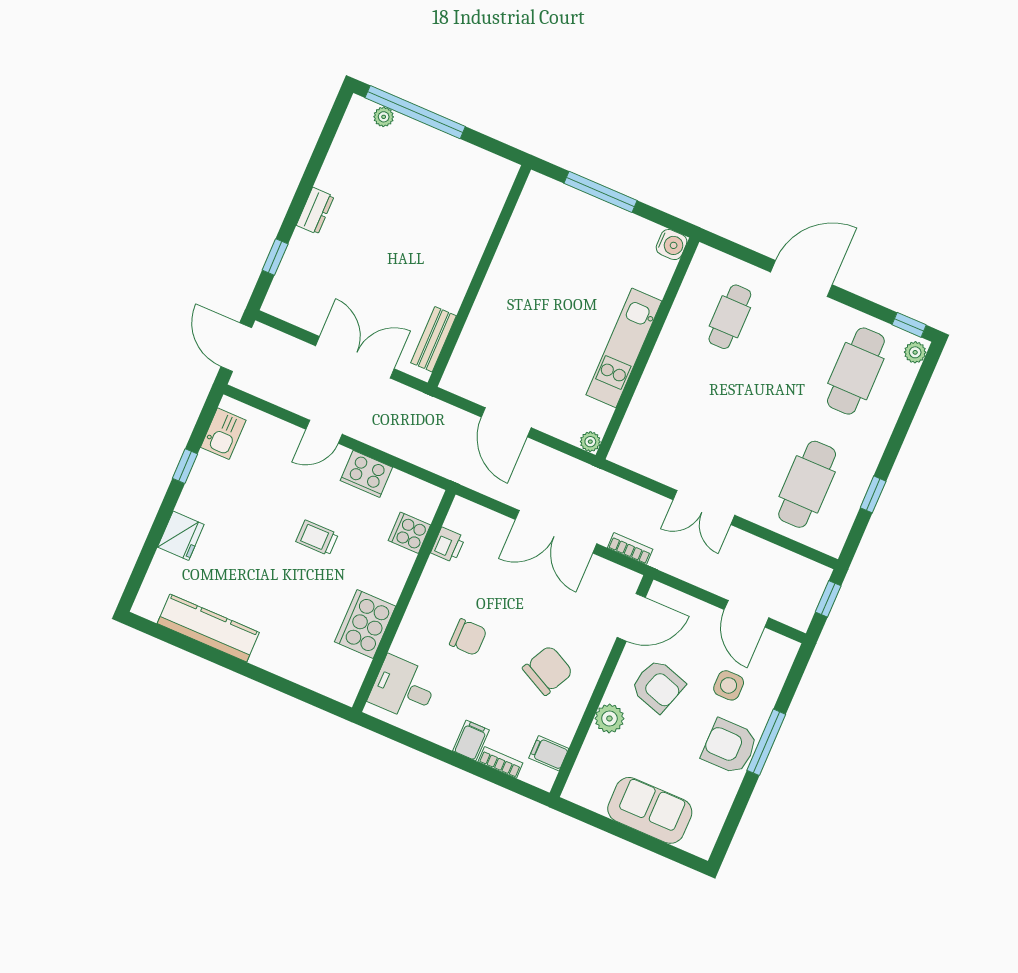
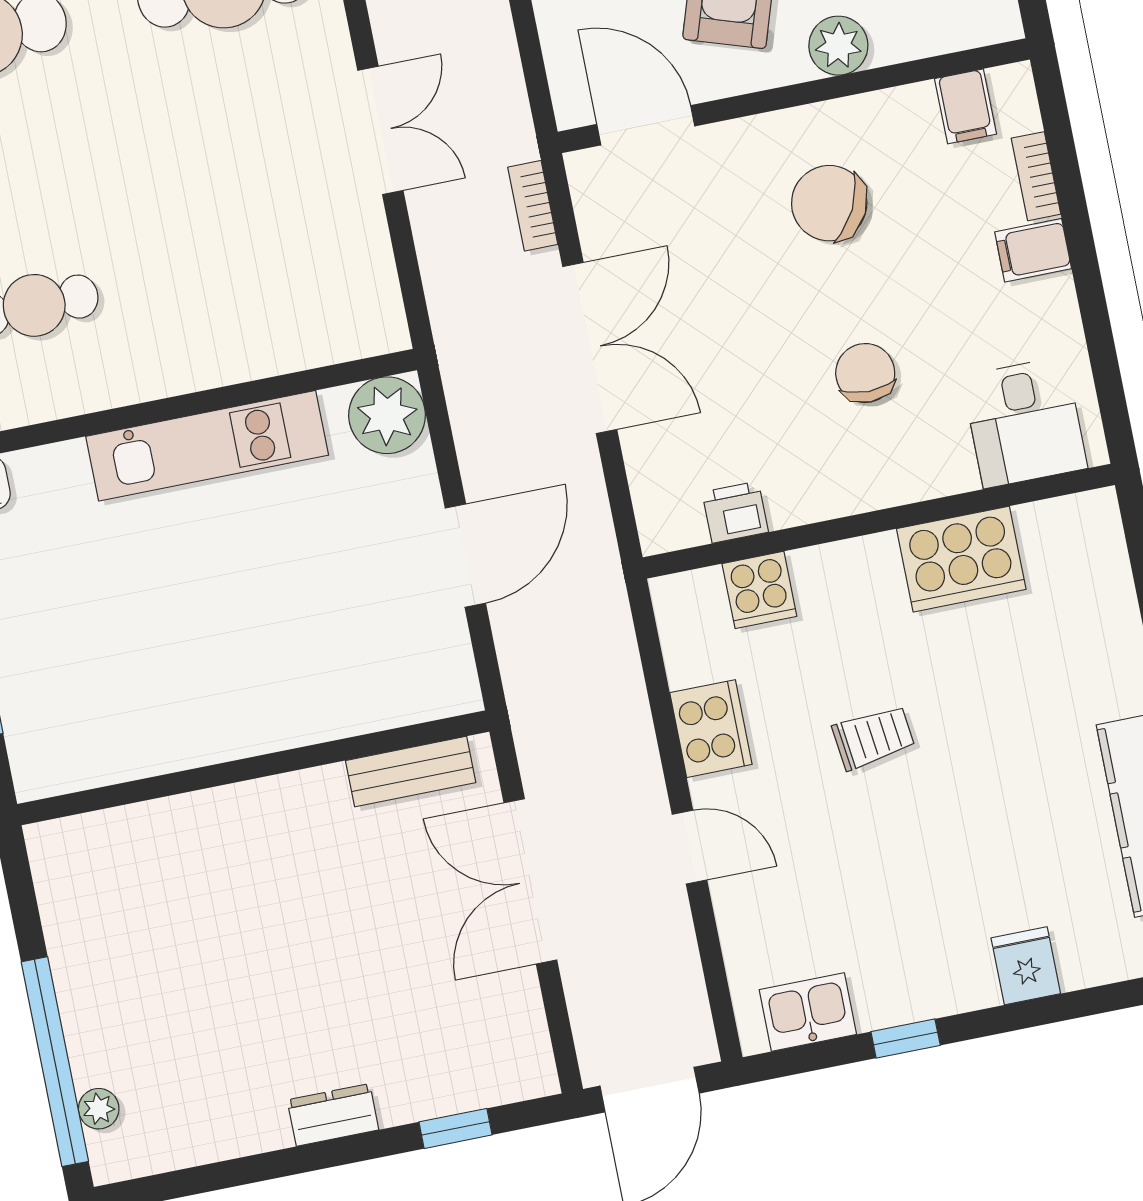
plant: (590, 442) -> (387, 415), width x1.87, depth x1.87
fridge: (181, 536) -> (1026, 966), width x0.72
trolley: (317, 538) -> (873, 737), turned -97

